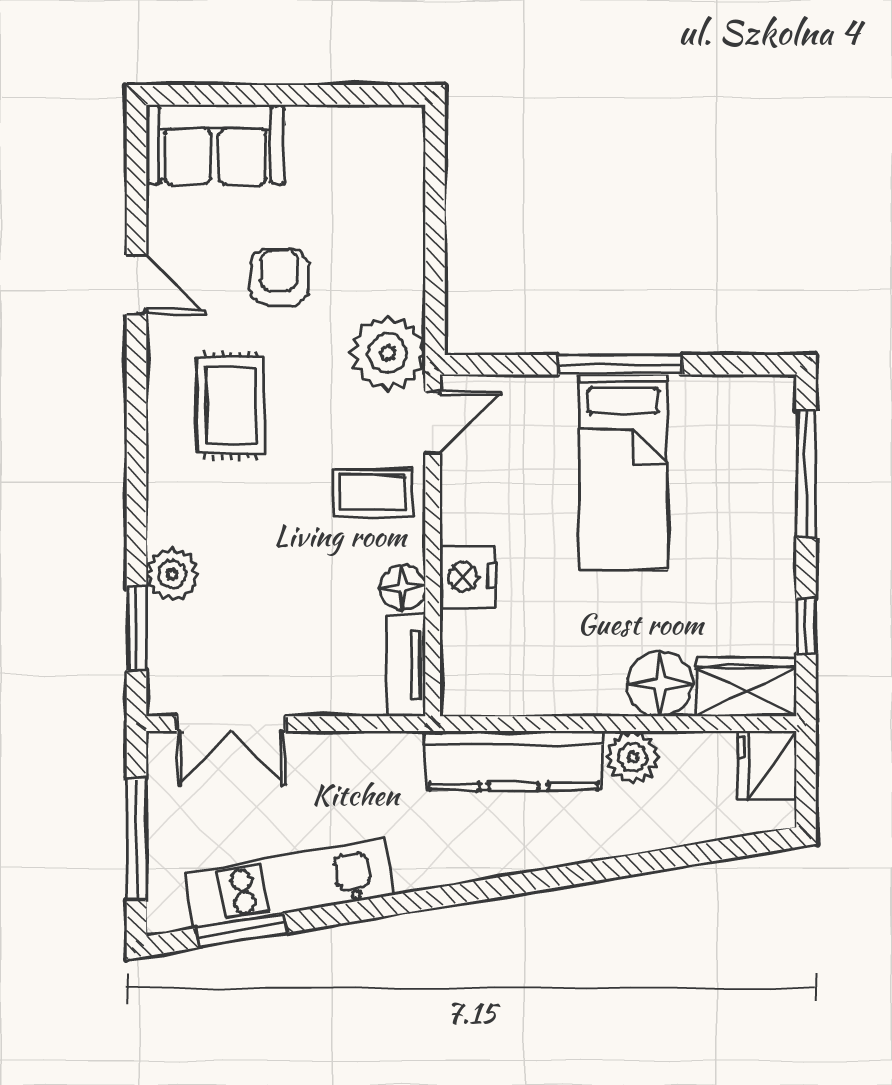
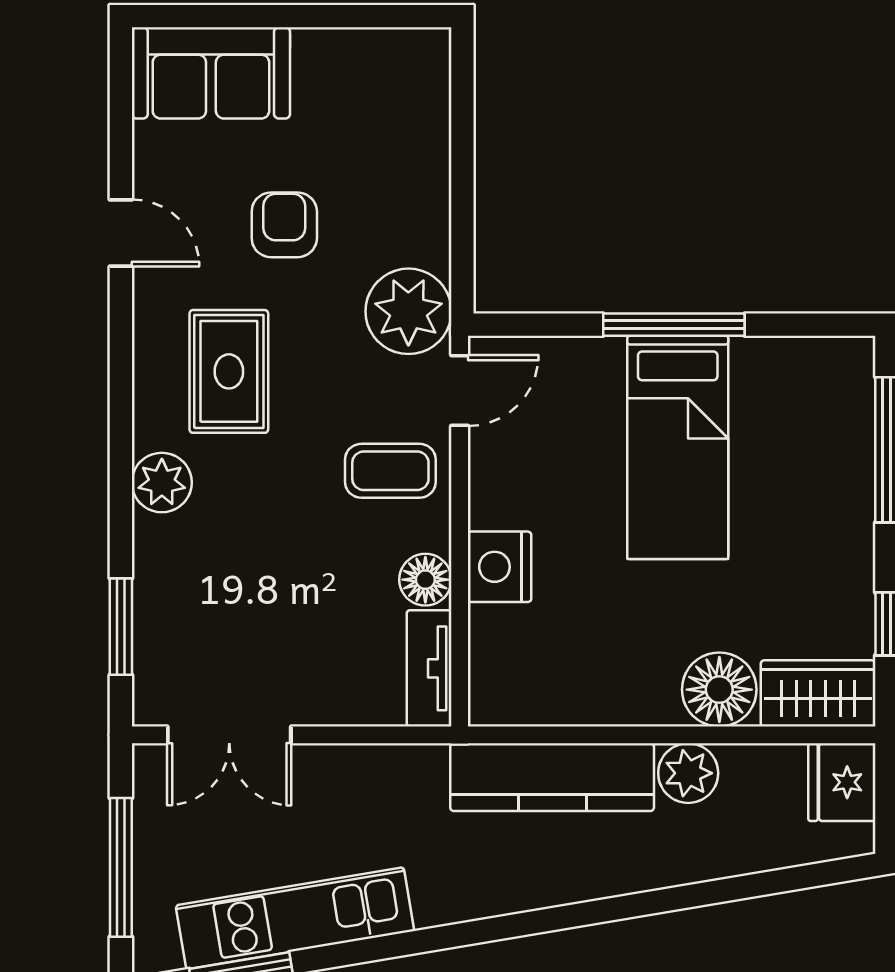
plant: (172, 574) -> (162, 483), moved

